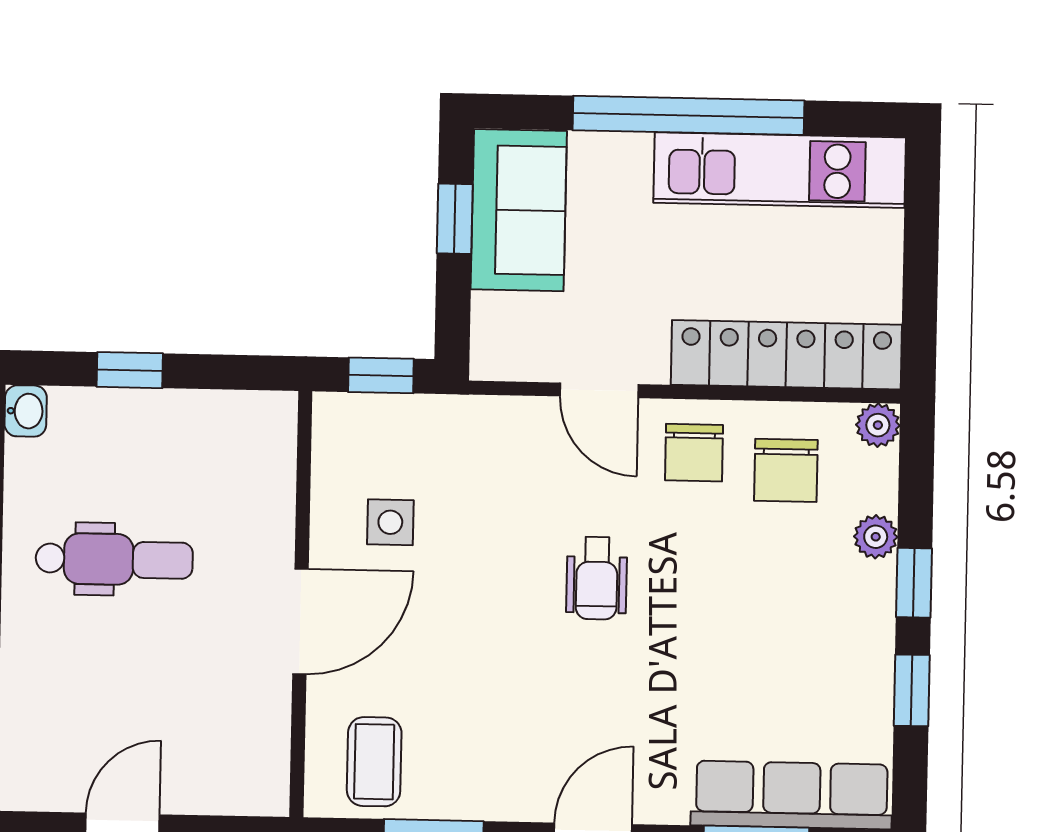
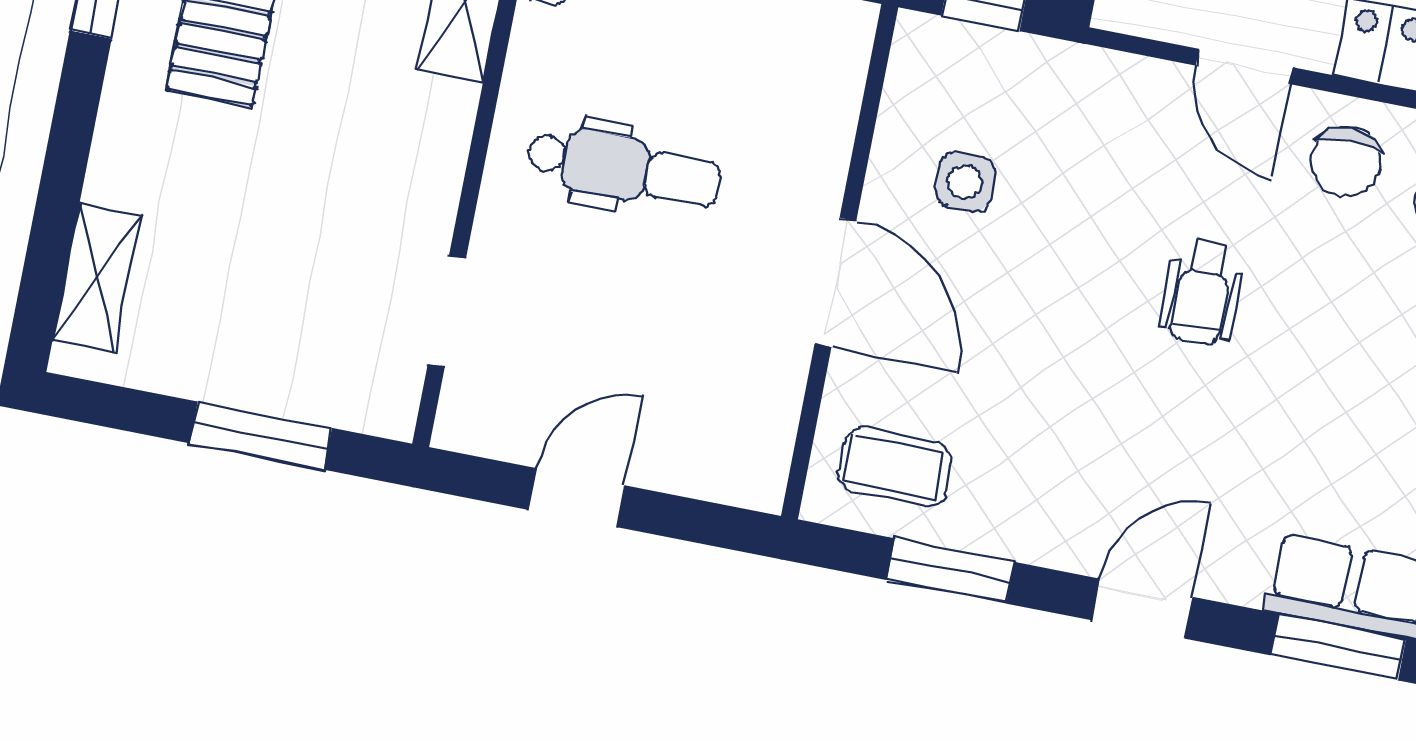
door: (300, 621) -> (835, 282), hinge flipped
coffee table: (374, 762) -> (895, 467), turned 90

